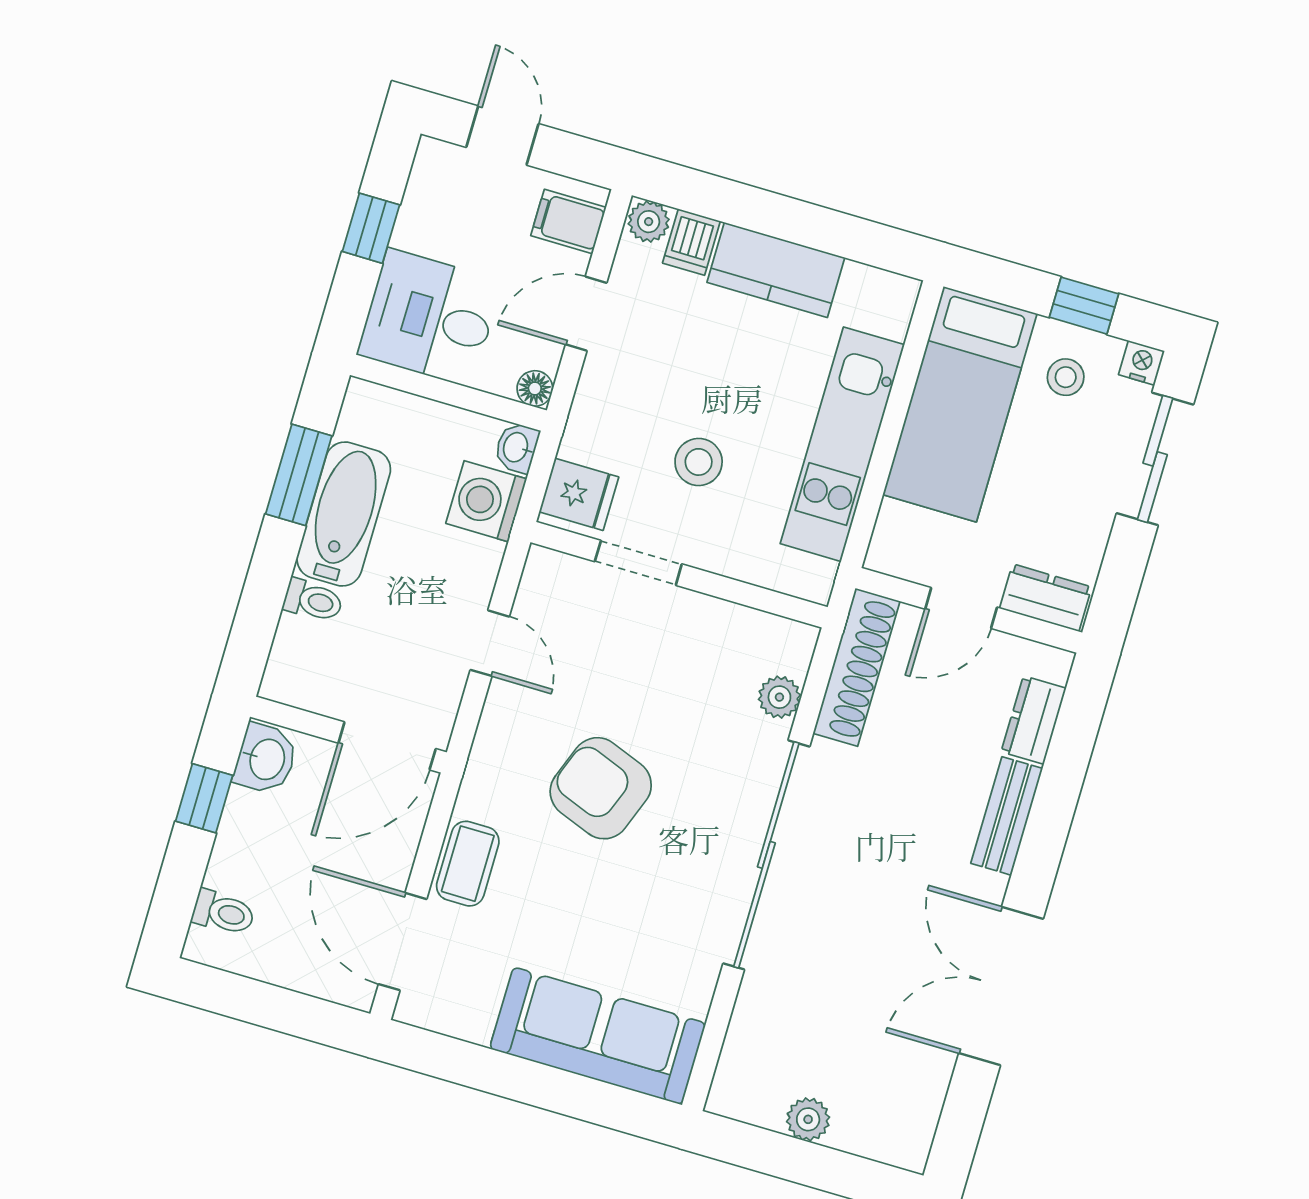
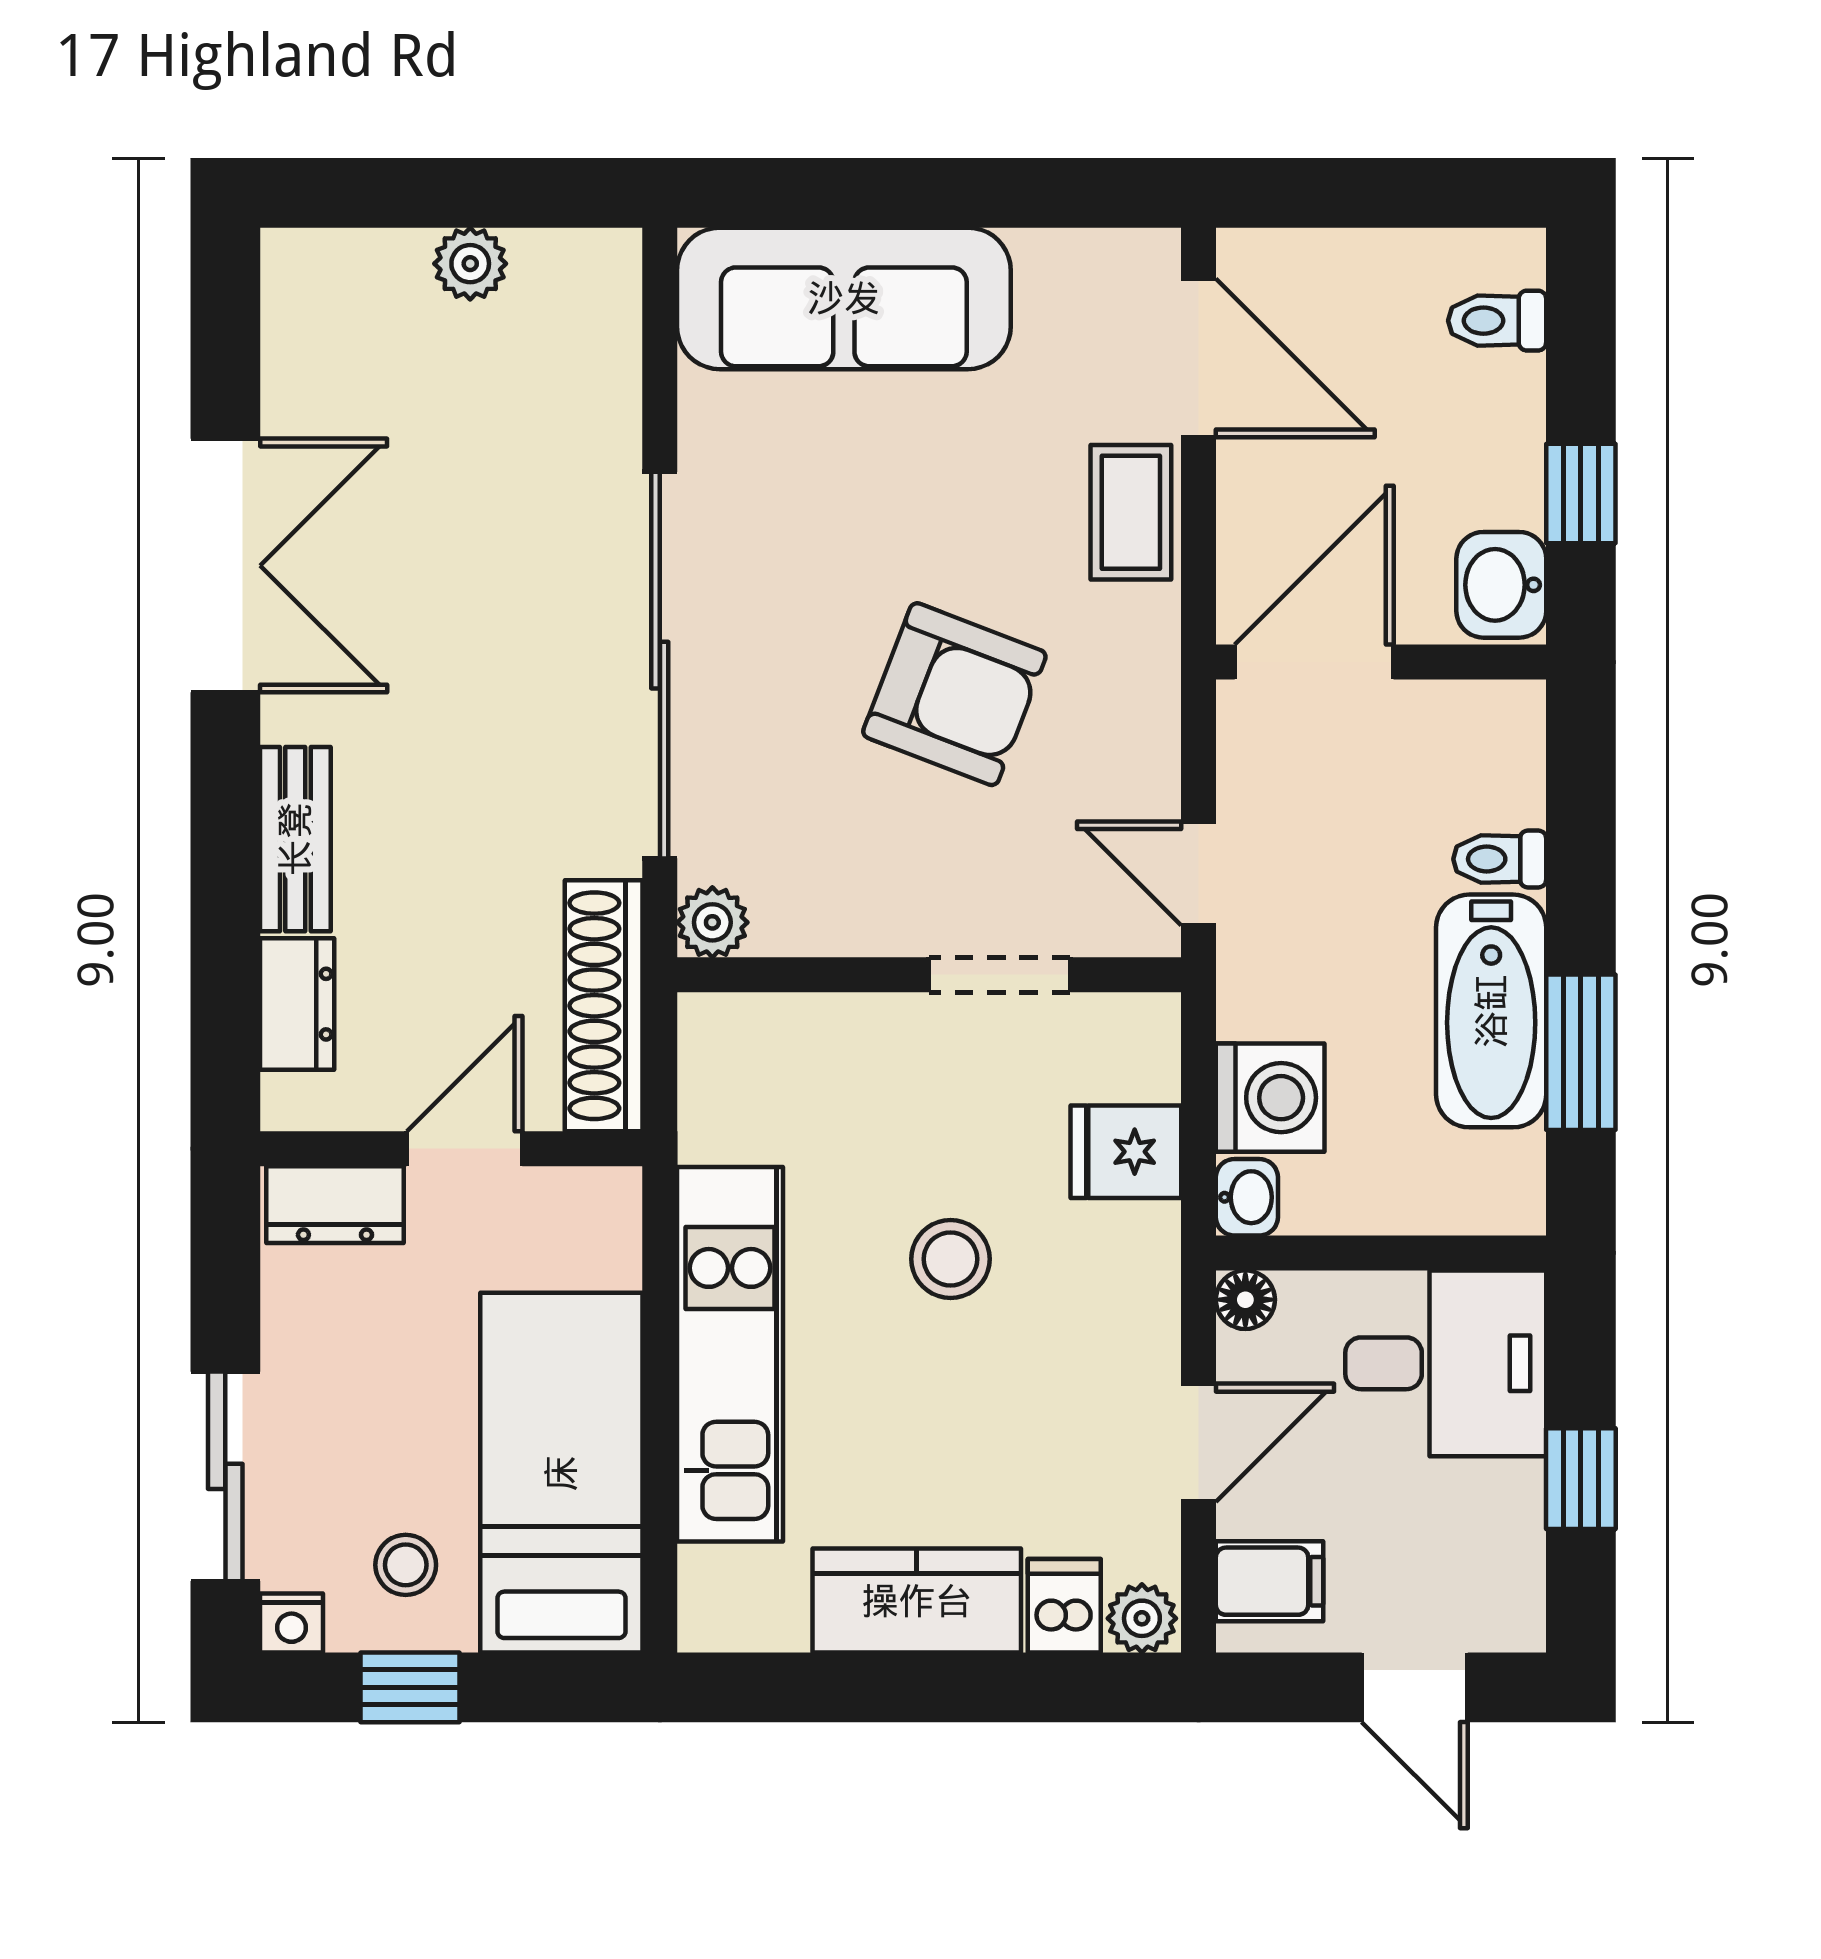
doorway: (638, 563) -> (1000, 975), moved
wall: (679, 575) -> (929, 975), moved

